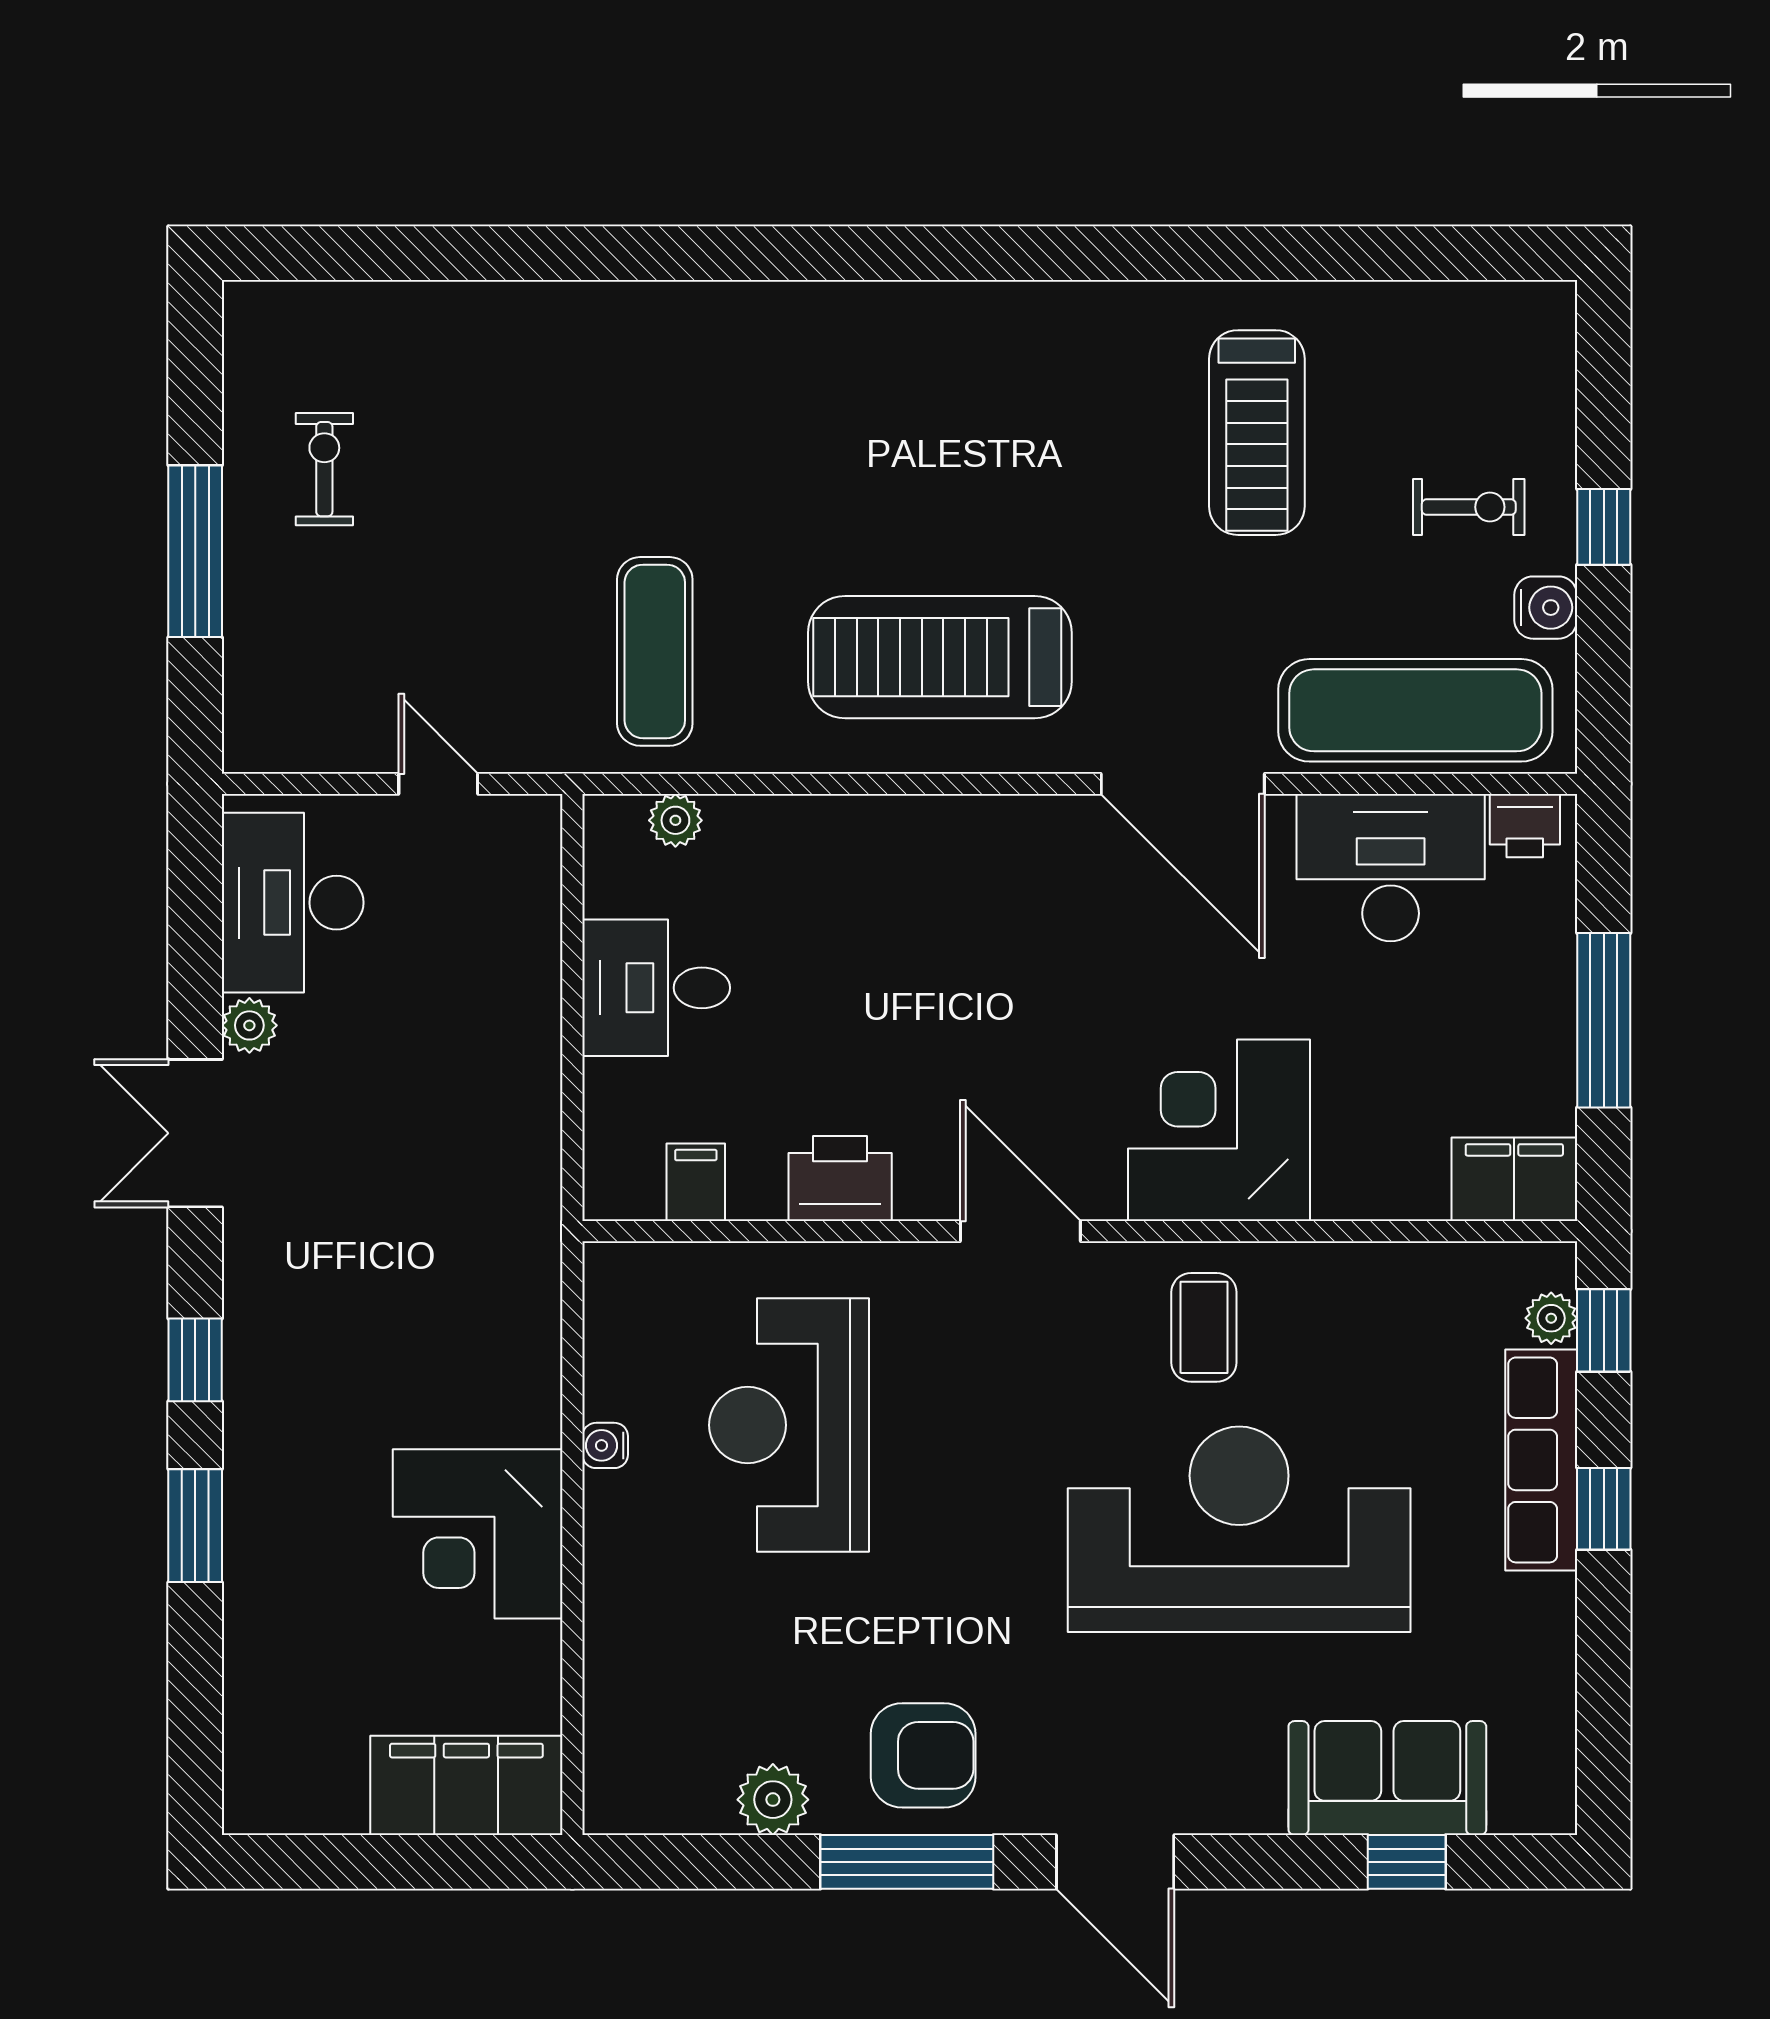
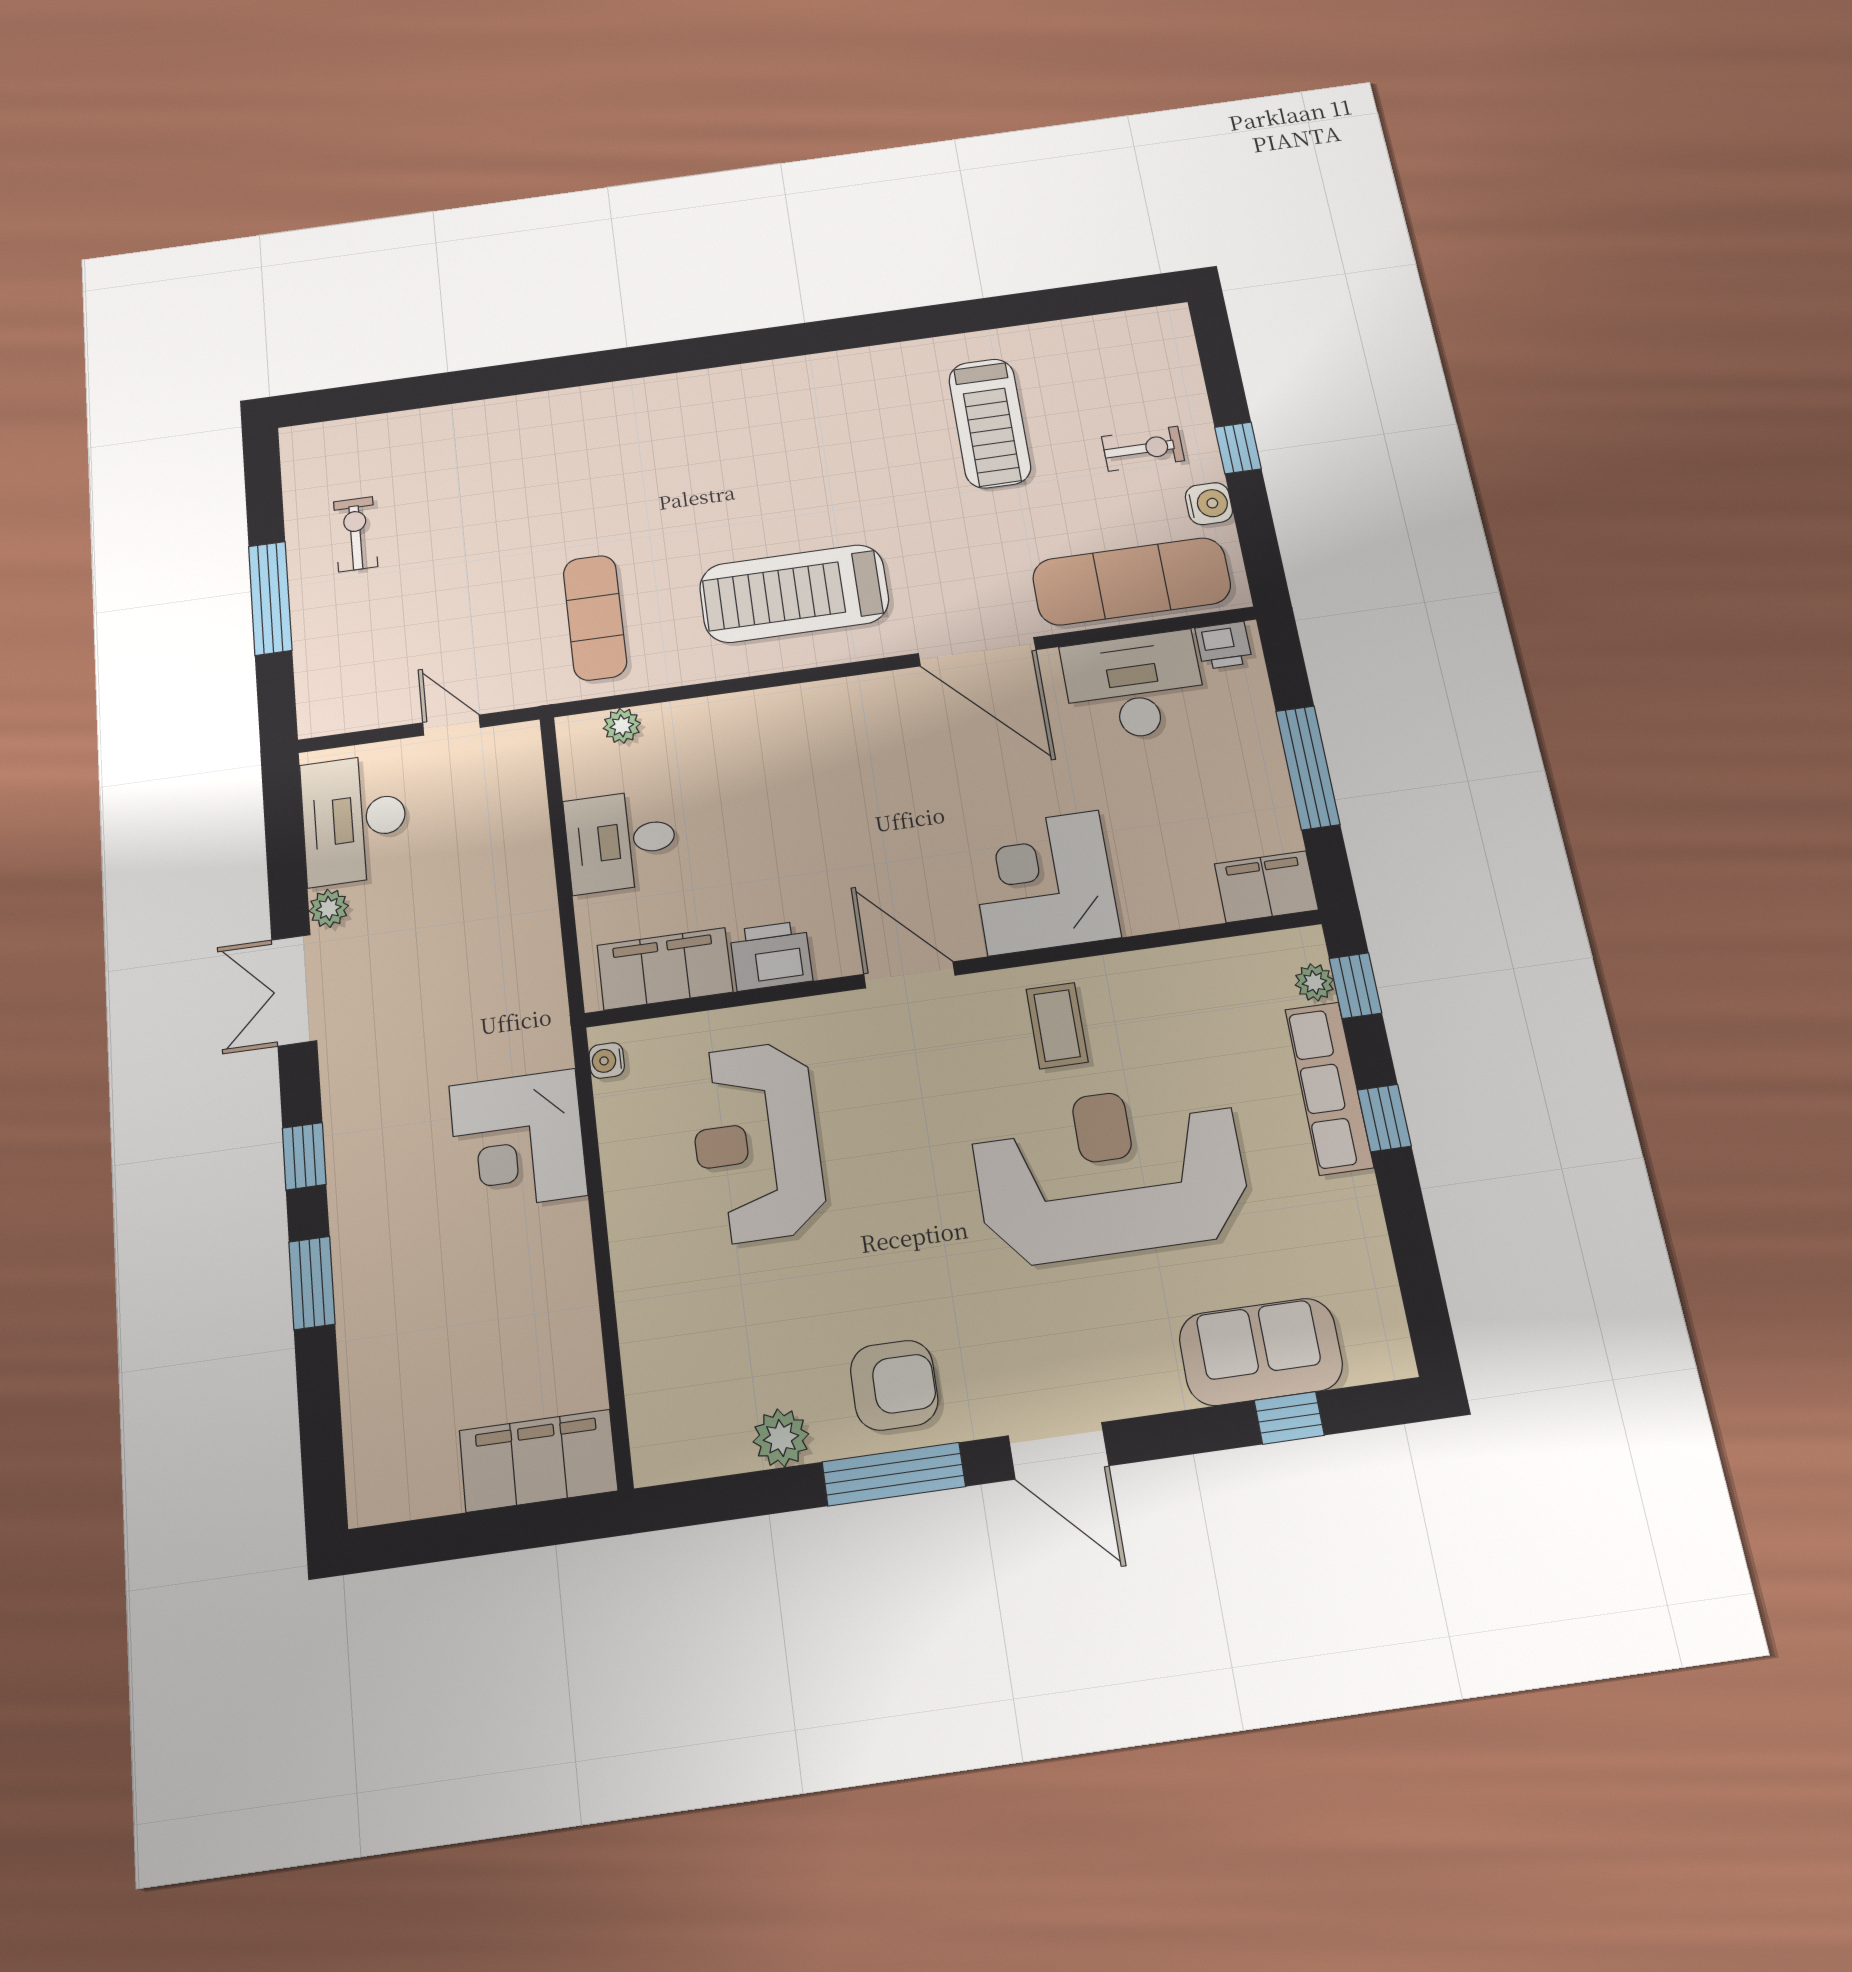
filing cabinet: (696, 1182) -> (665, 969), width x3.00, depth x1.17
water cooler: (605, 1445) -> (607, 1060), moved
corner desk: (478, 1534) -> (518, 1140), moved

